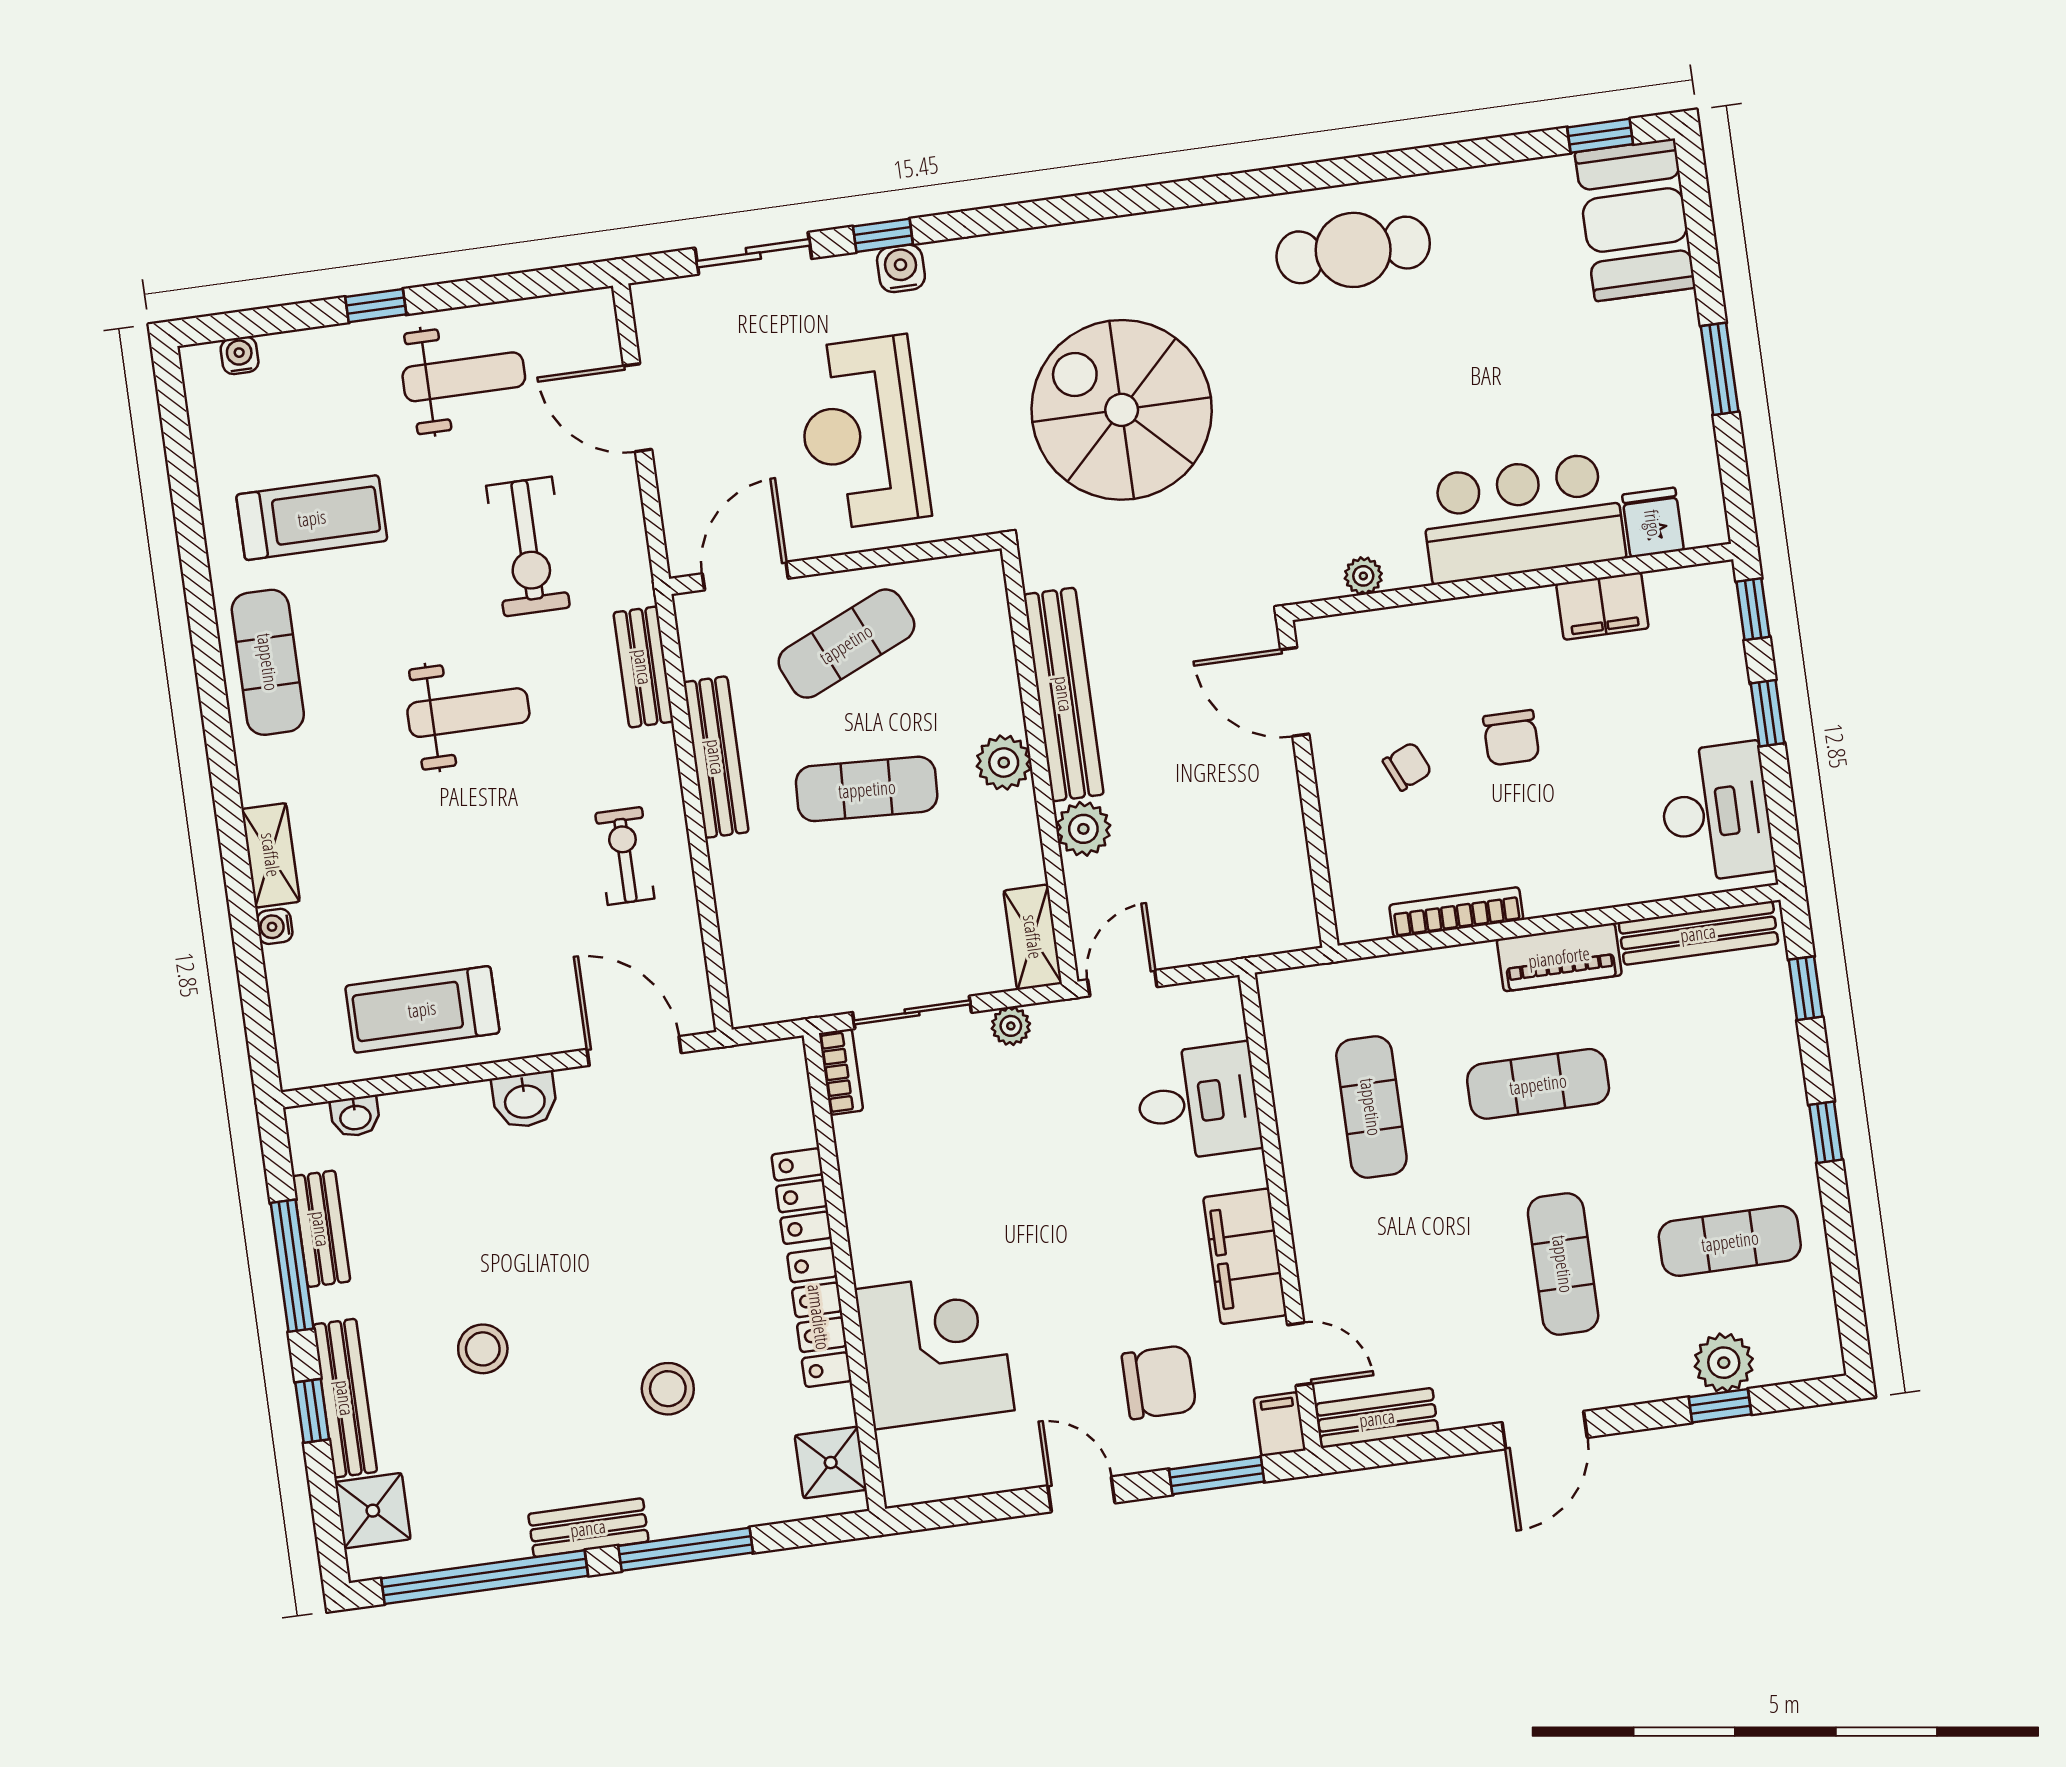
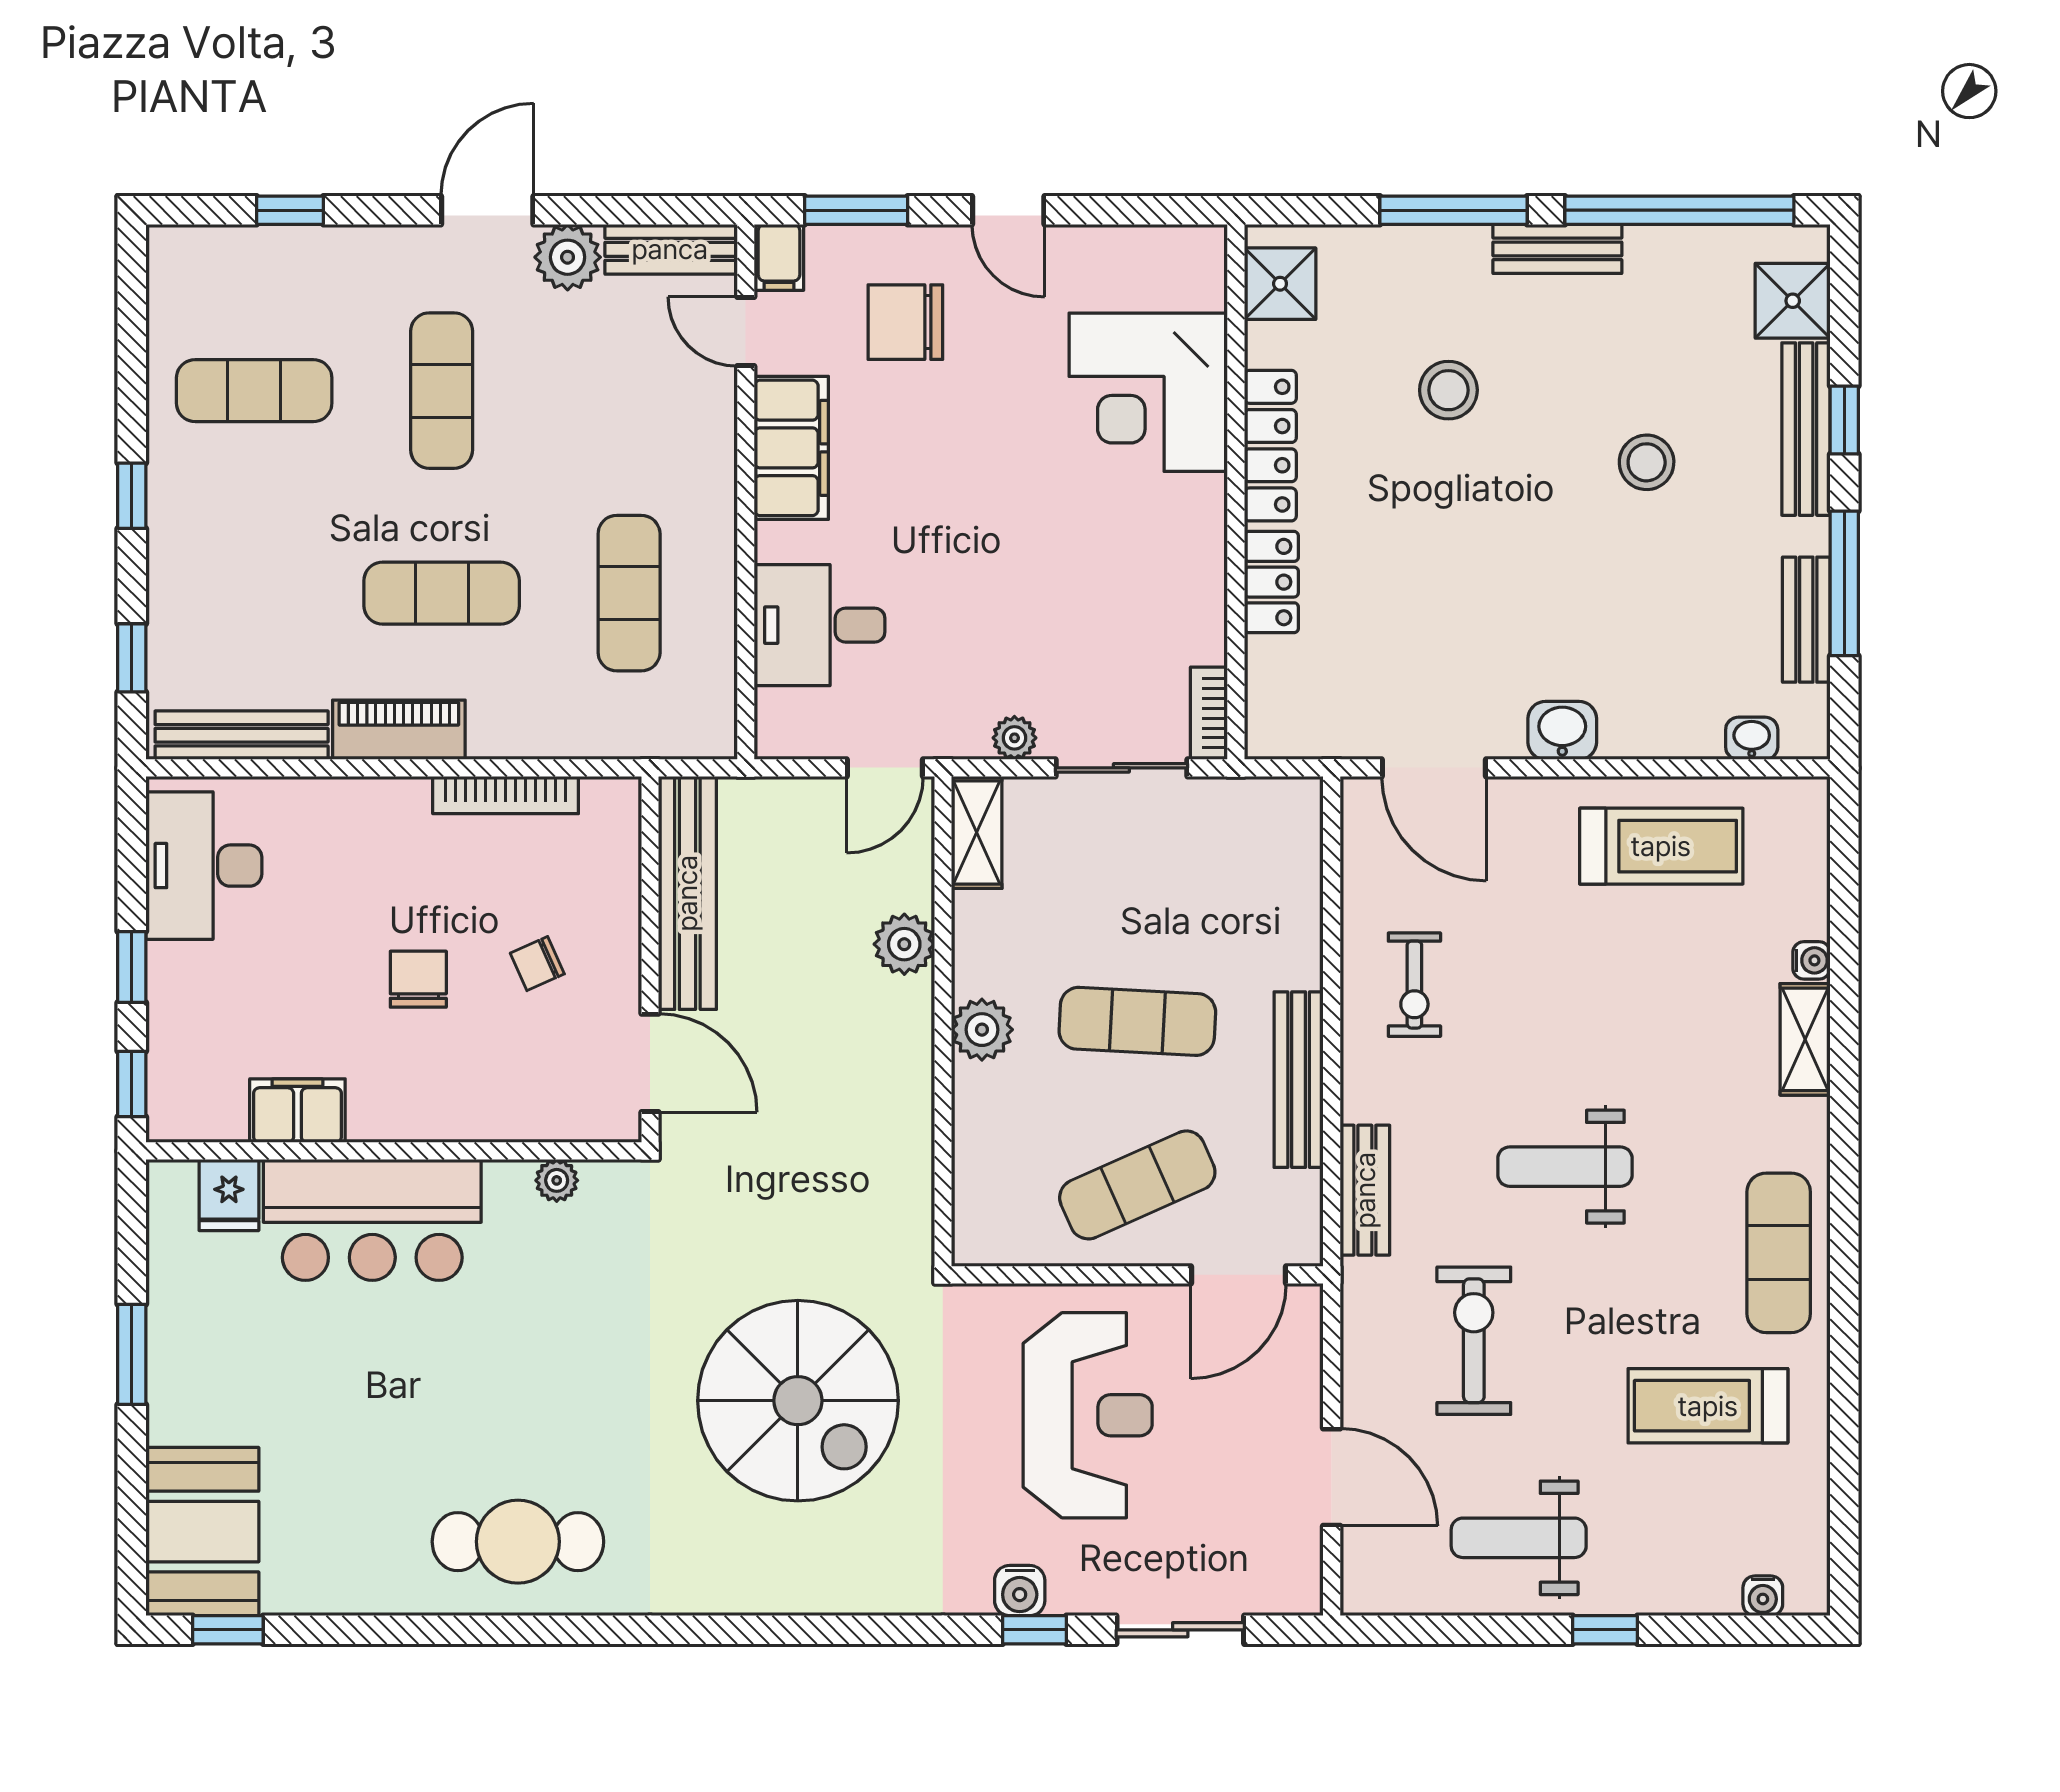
bench: (1064, 694) -> (687, 893), moved
plant: (1724, 1363) -> (568, 257), moved

